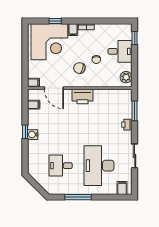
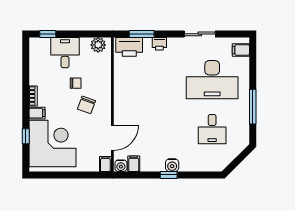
water cooler: (32, 95) -> (121, 166), added
printer: (82, 97) -> (129, 47), moved, turned 90

